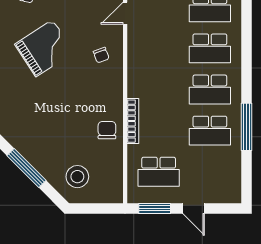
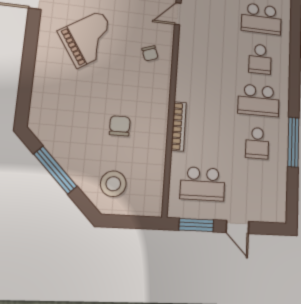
school desk: (210, 48) -> (260, 59), width x0.54
chair: (107, 130) -> (120, 126), moved
school desk: (210, 131) -> (257, 143), width x0.54

